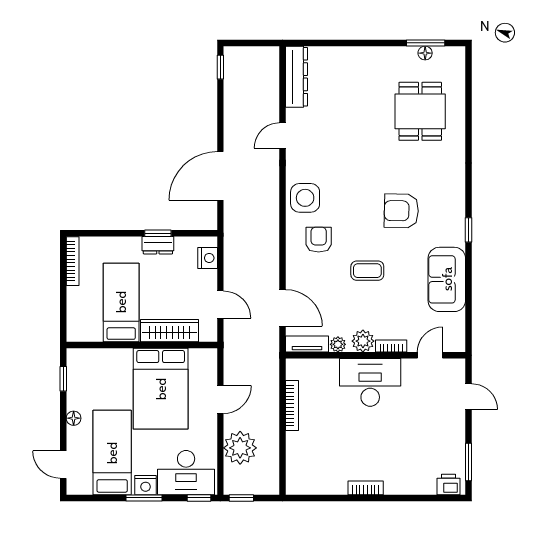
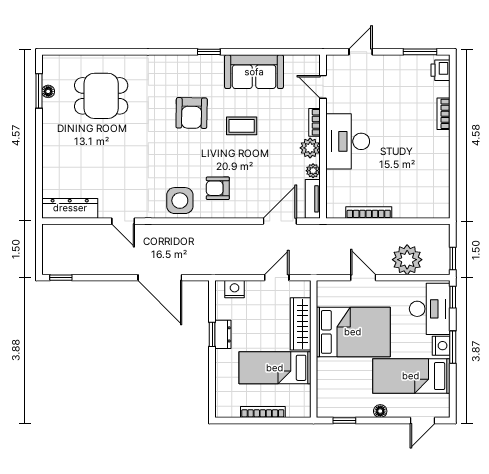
bookcase: (73, 261) -> (263, 412), moved
coffee table: (367, 271) -> (242, 126), moved, turned 90
bookcase: (366, 488) -> (444, 114), moved

